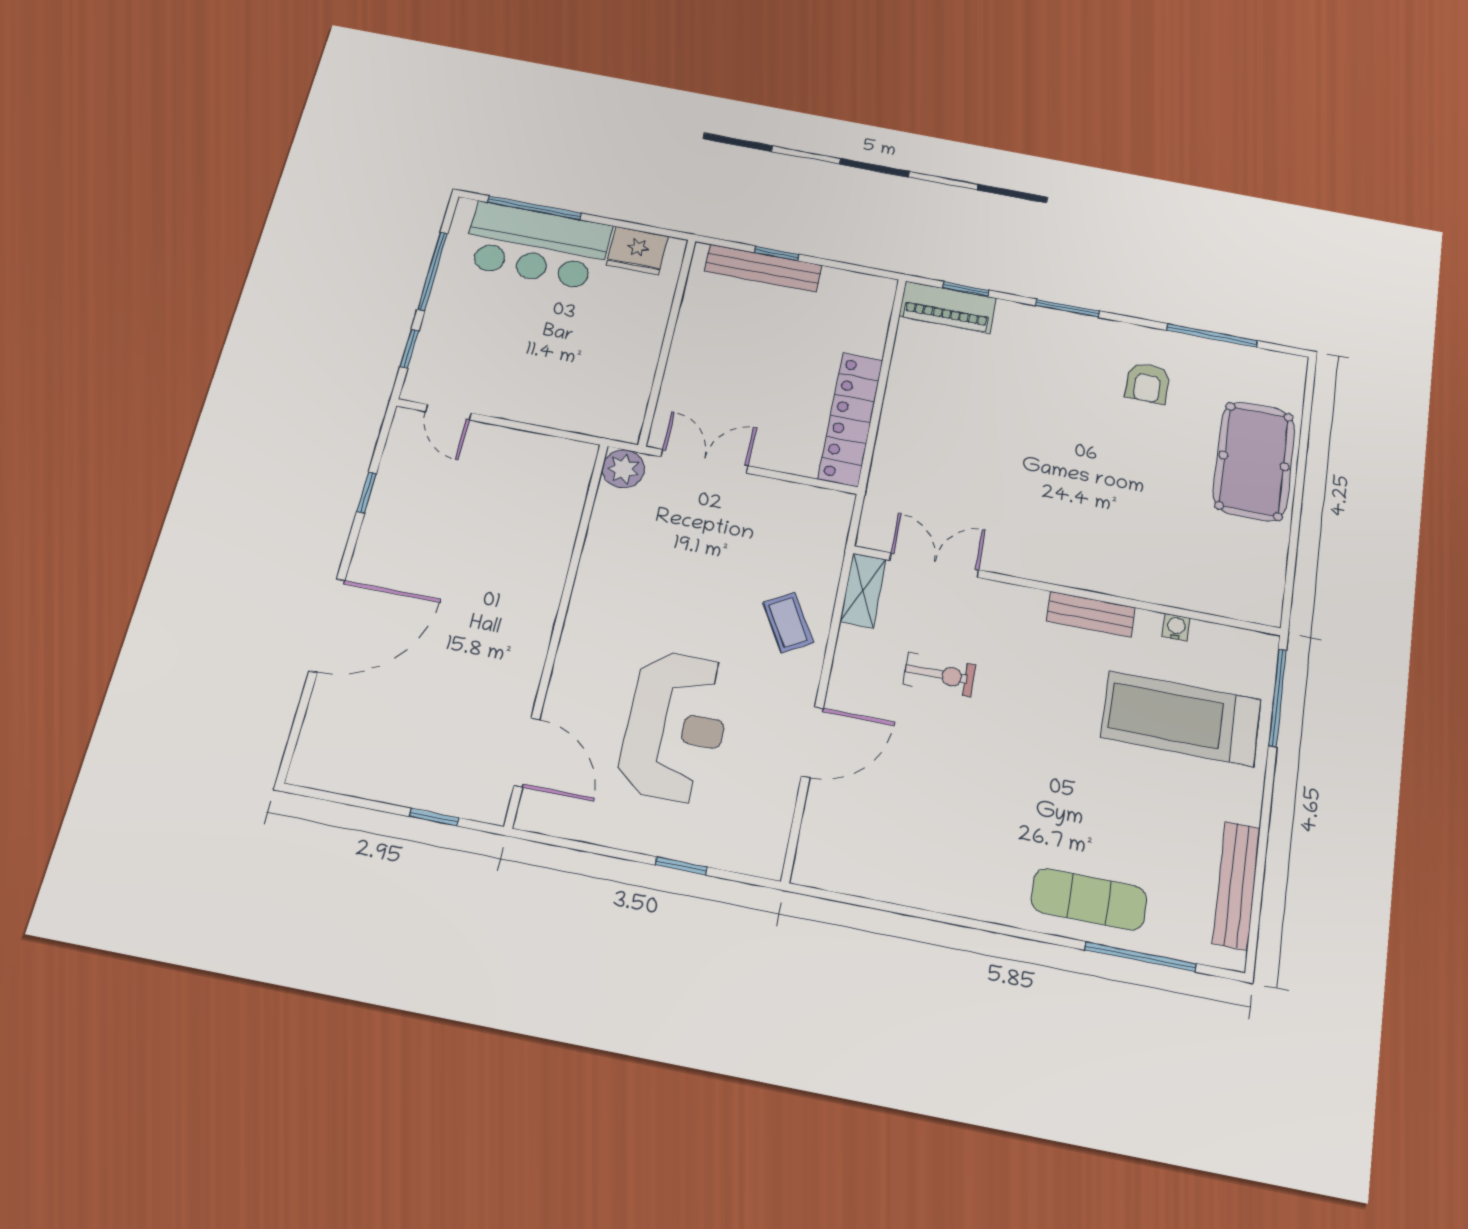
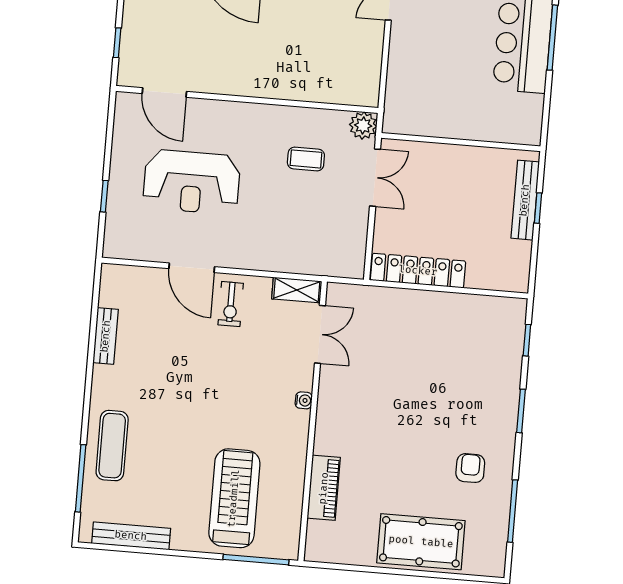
fridge: (637, 251) -> (528, 113), removed
piano: (948, 307) -> (324, 488), moved, turned 180
armchair: (1147, 383) -> (470, 468), turned 90
bench: (1091, 614) -> (106, 336), moved
coffee table: (788, 623) -> (306, 159), moved, turned 30
water cooler: (1176, 627) -> (304, 400), moved
exercise bike: (940, 674) -> (231, 304), moved
door: (527, 752) -> (164, 92), hinge flipped

